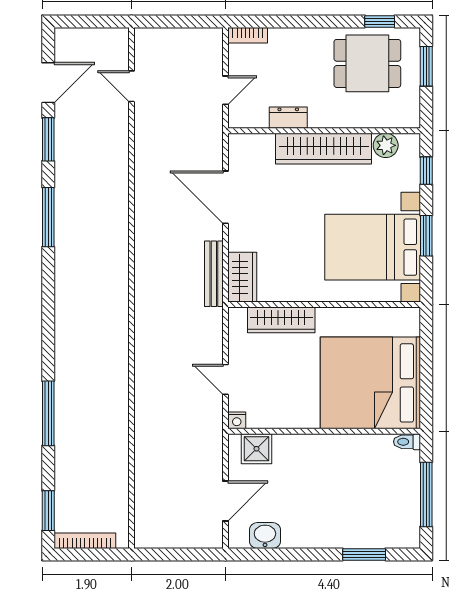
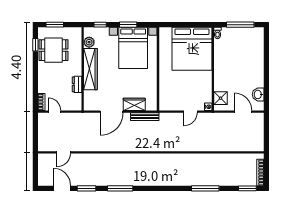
dining table: (367, 63) -> (54, 50), turned 90
door: (225, 90) -> (55, 112), moved
wardrobe: (242, 277) -> (134, 104), moved
wardrobe: (281, 320) -> (165, 87), removed
window: (364, 554) -> (266, 52), removed

